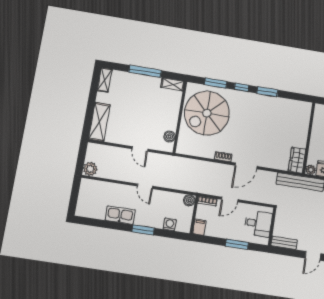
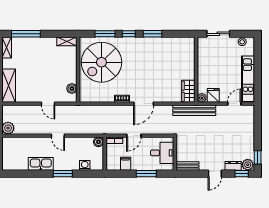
window: (145, 71) -> (26, 34), moved
filing cabinet: (199, 227) -> (126, 164), moved

